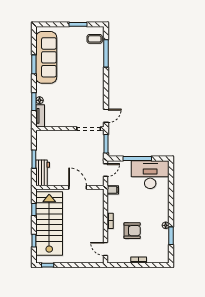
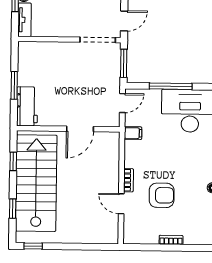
door: (78, 187) -> (80, 129), swing flipped
door: (105, 249) -> (121, 204), moved

